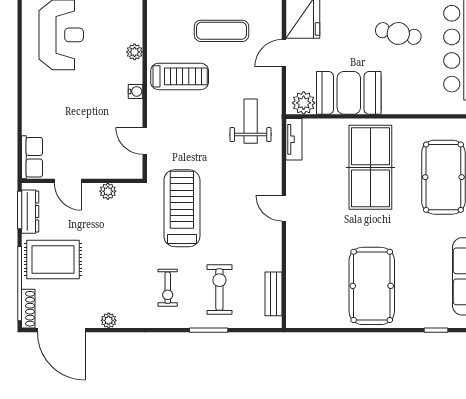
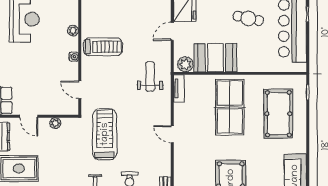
exercise mat: (222, 31) -> (131, 16), removed

